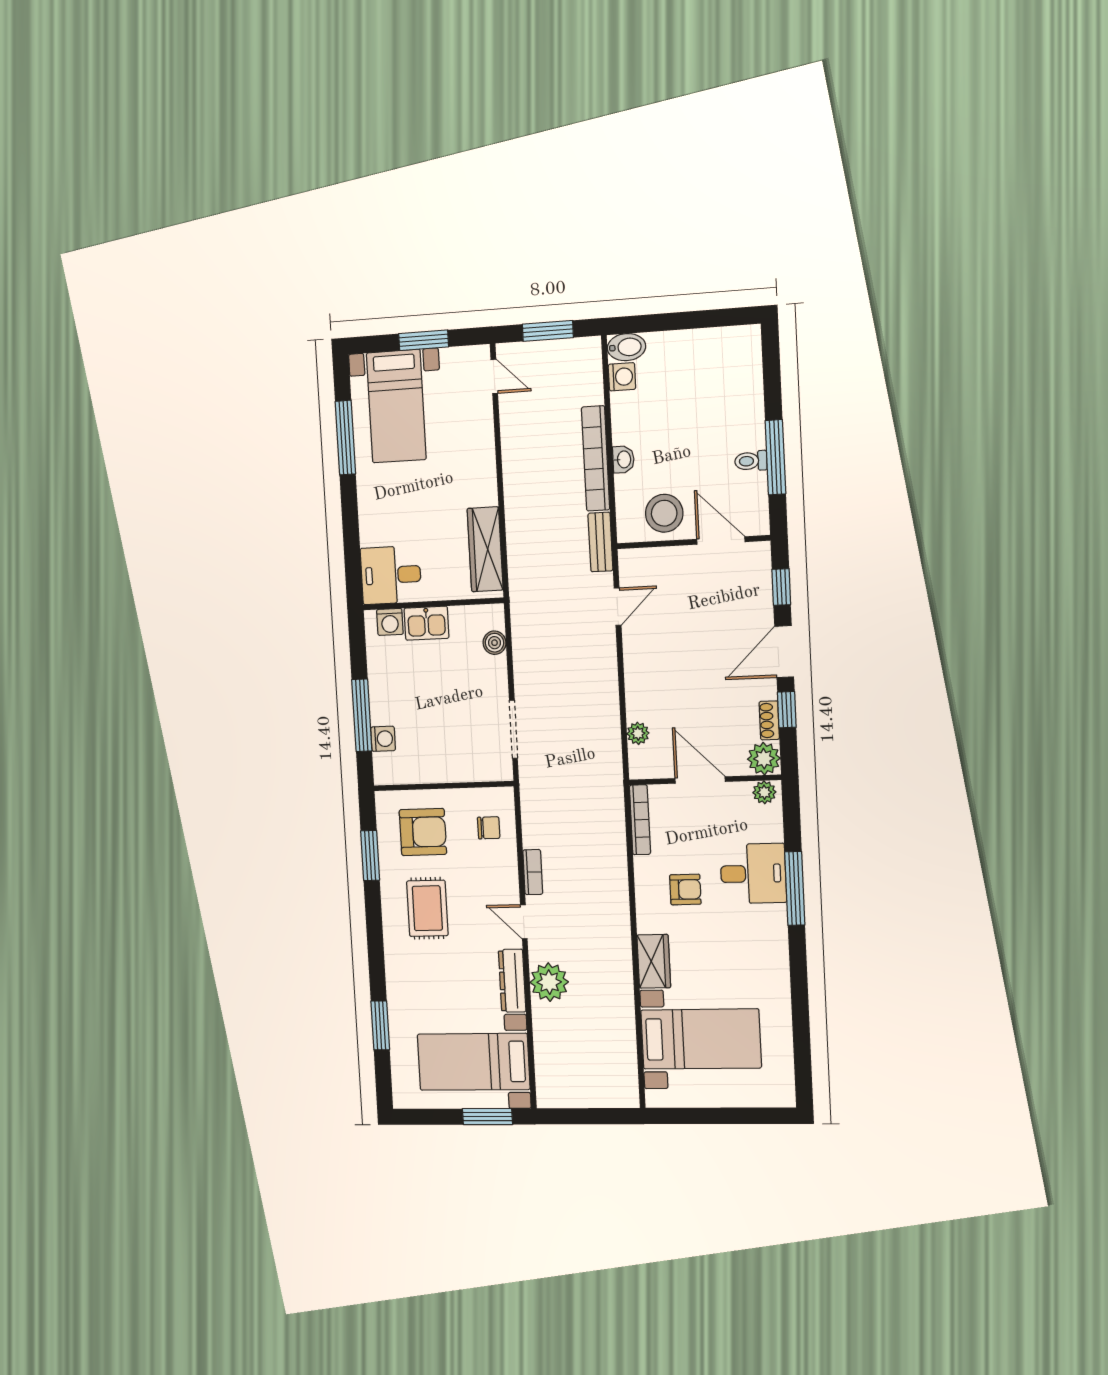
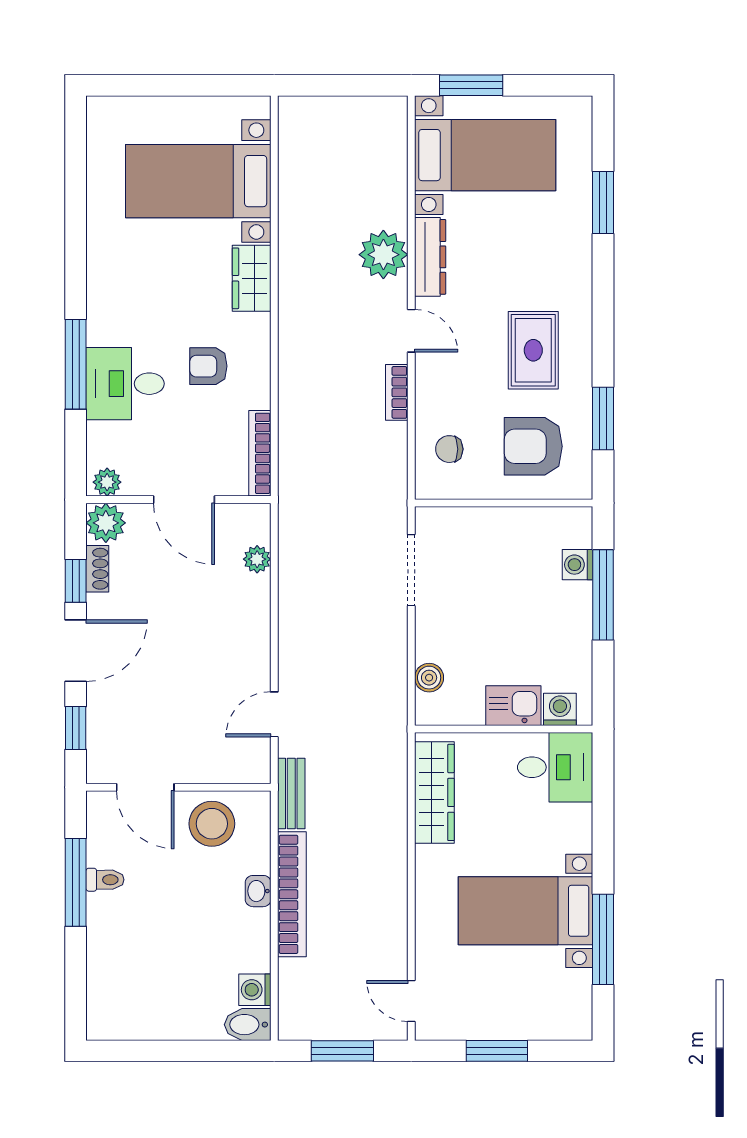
bed with nightstands: (396, 406) -> (526, 911), moved, turned -90

